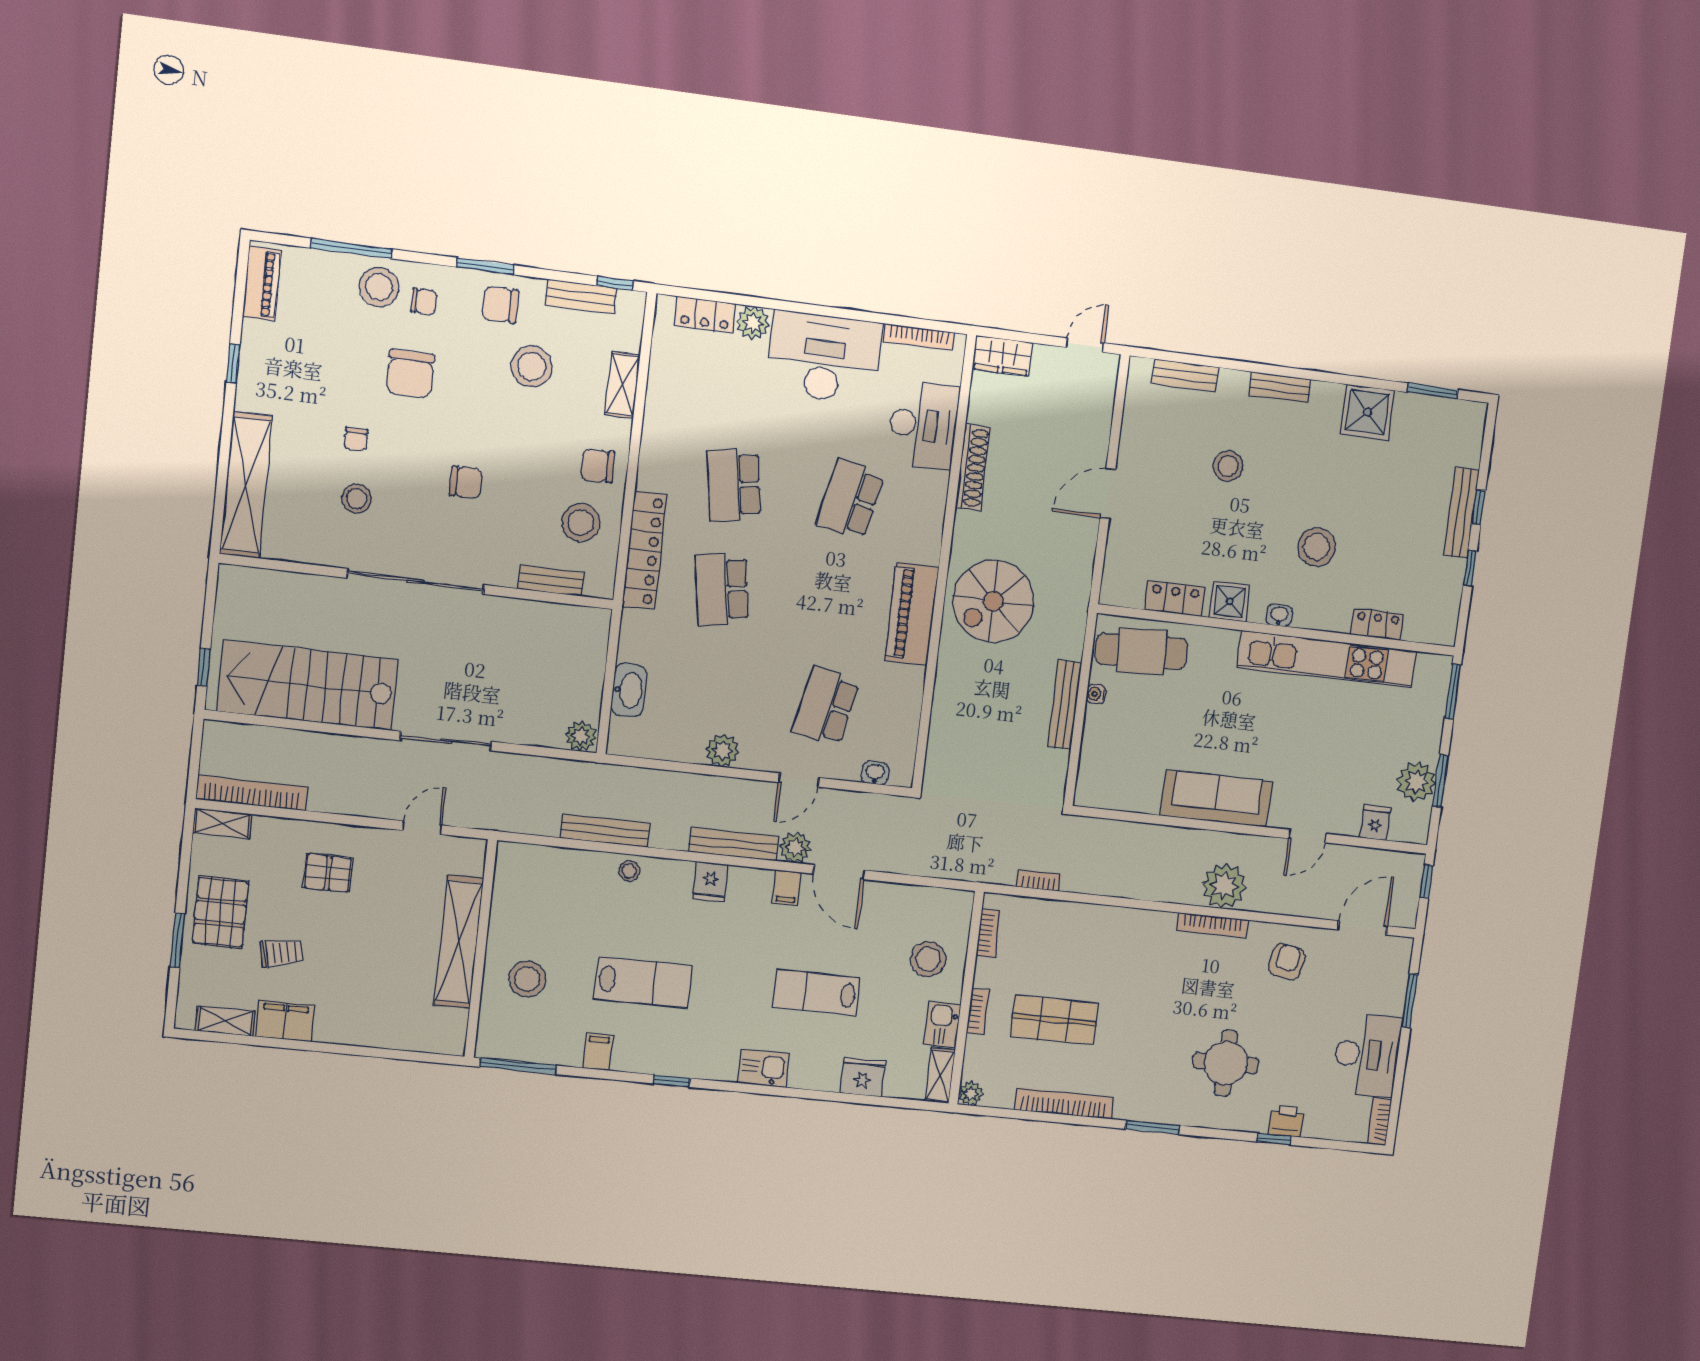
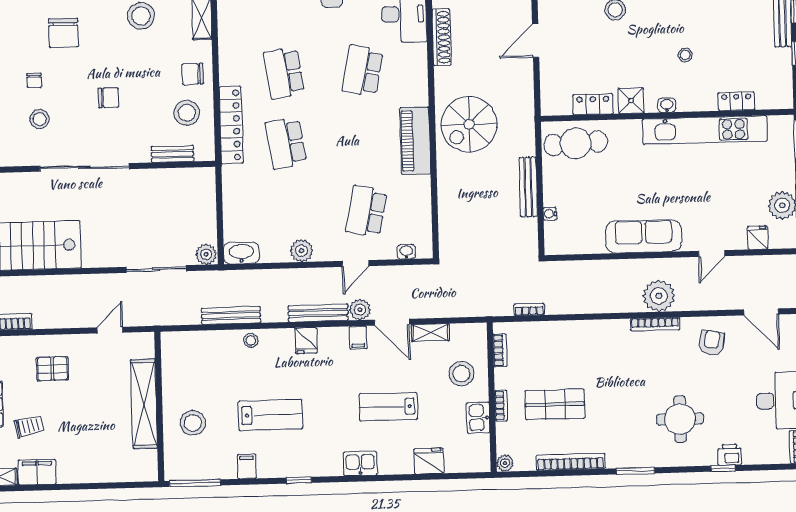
stool: (1317, 547) -> (685, 55), width x0.53, depth x0.53
washbasin: (629, 690) -> (241, 253), moved, turned -90
water cooler: (1096, 694) -> (550, 214), moved
sliding door: (446, 741) -> (156, 269), moved
door: (1362, 928) -> (761, 312), swing flipped
shelving: (940, 1076) -> (430, 333), moved, turned 90

